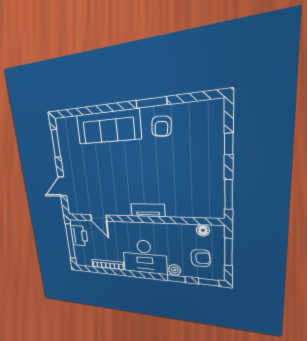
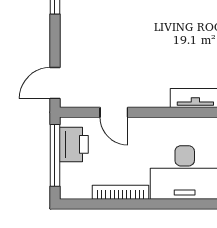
door: (62, 186) -> (55, 83), moved

